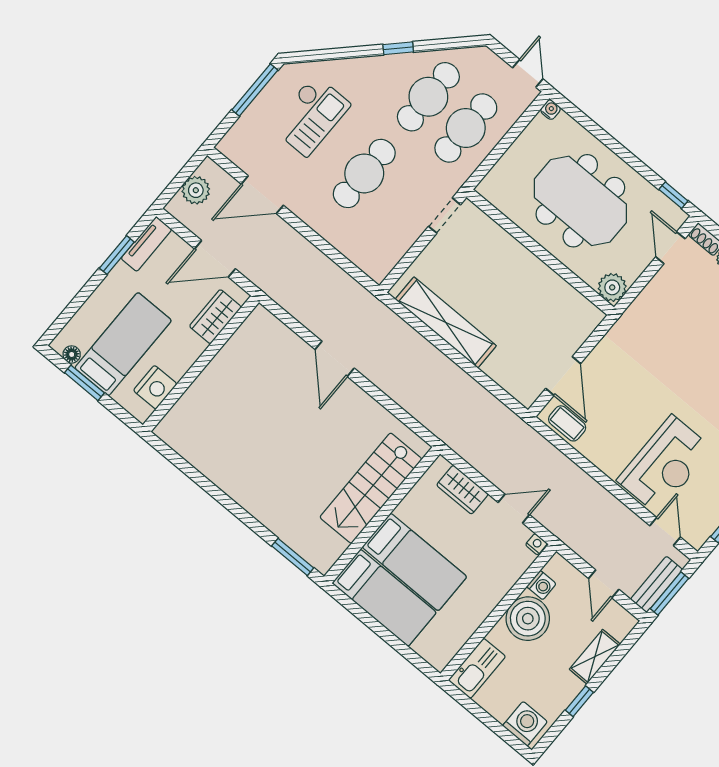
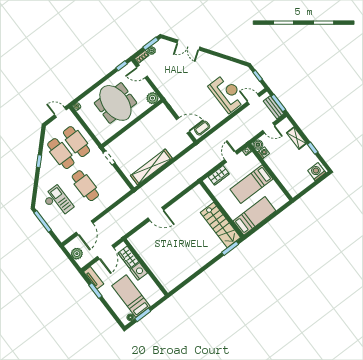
meeting table: (580, 201) -> (115, 103), turned 90
nightstand: (155, 387) -> (139, 271), moved
stairs: (371, 488) -> (220, 225), moved
bed: (414, 562) -> (252, 184), moved, turned 180
boiler: (528, 619) -> (258, 145), moved, width x0.54, depth x0.54
kitchen sink: (477, 668) -> (291, 186), removed

